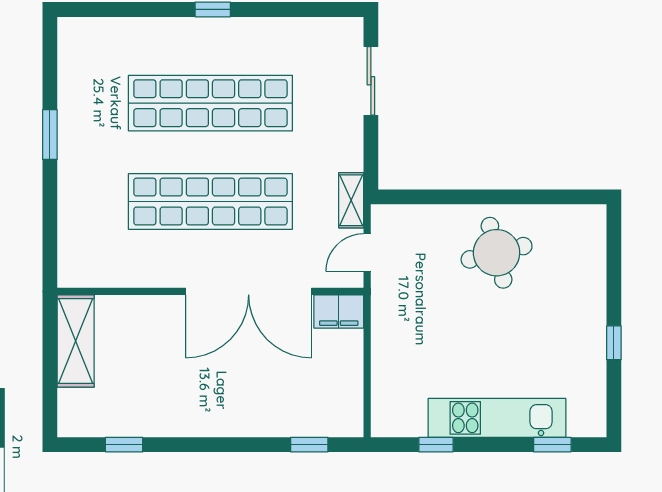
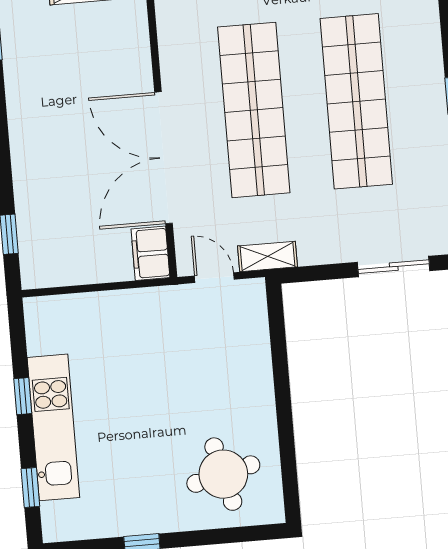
round table: (497, 253) -> (223, 474), moved
window: (436, 445) -> (23, 396), moved

